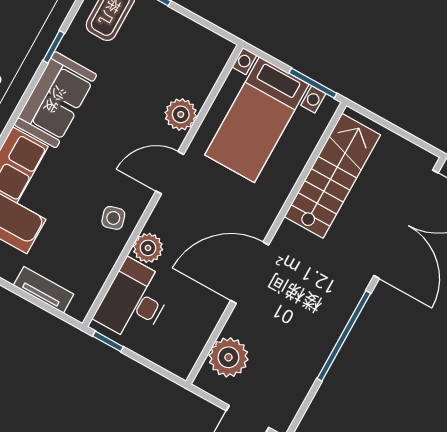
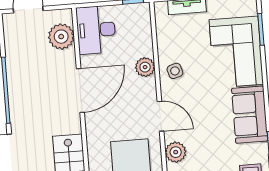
door: (170, 173) -> (160, 116), hinge flipped
desk: (134, 301) -> (96, 30), moved, turned 180

